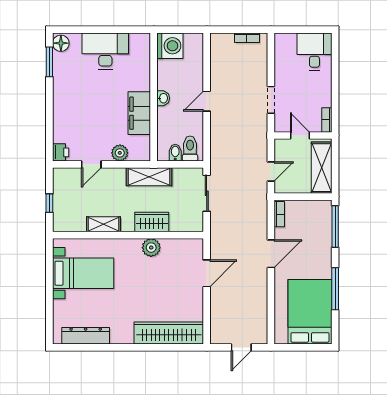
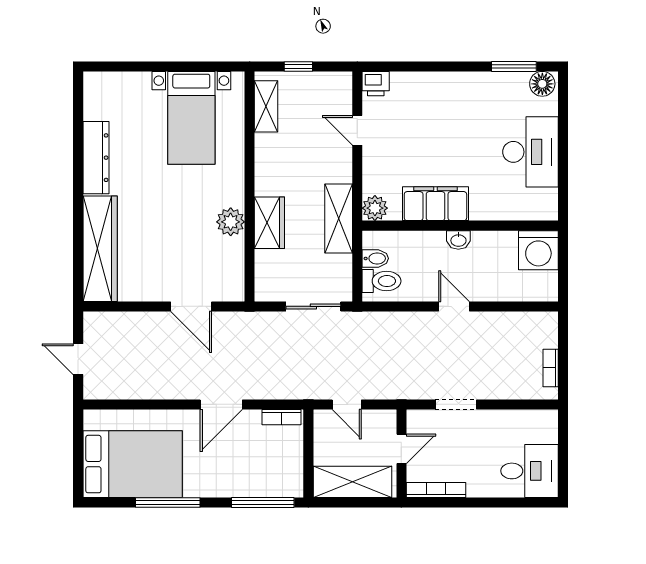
bookcase: (327, 120) -> (436, 490), width x1.56
plant: (120, 153) -> (375, 208), moved
shelving: (103, 224) -> (266, 106), moved
door: (271, 254) -> (221, 404), hinge flipped
dresser: (86, 336) -> (96, 158), moved

